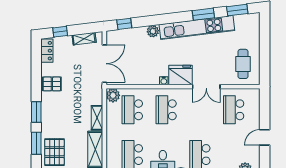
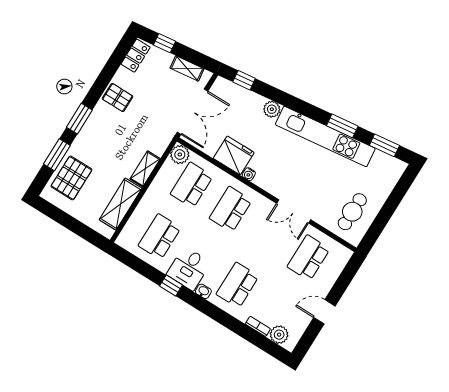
fridge: (181, 75) -> (234, 155), moved

